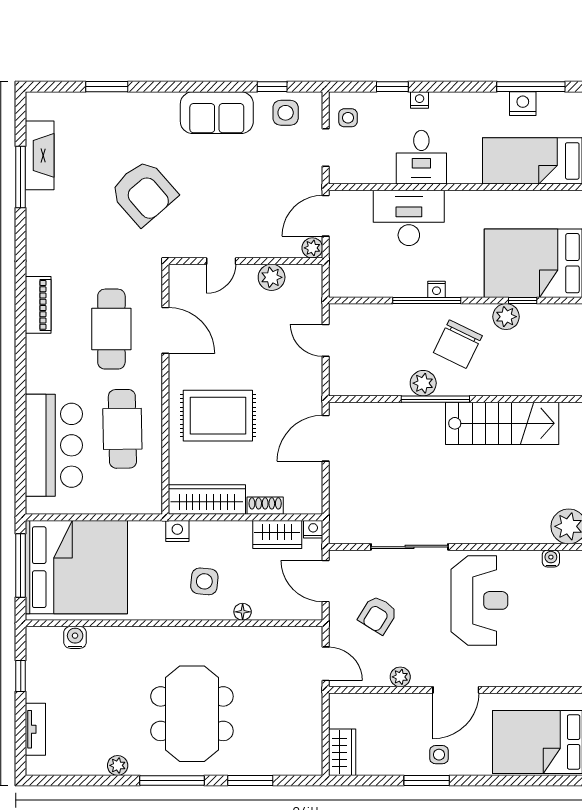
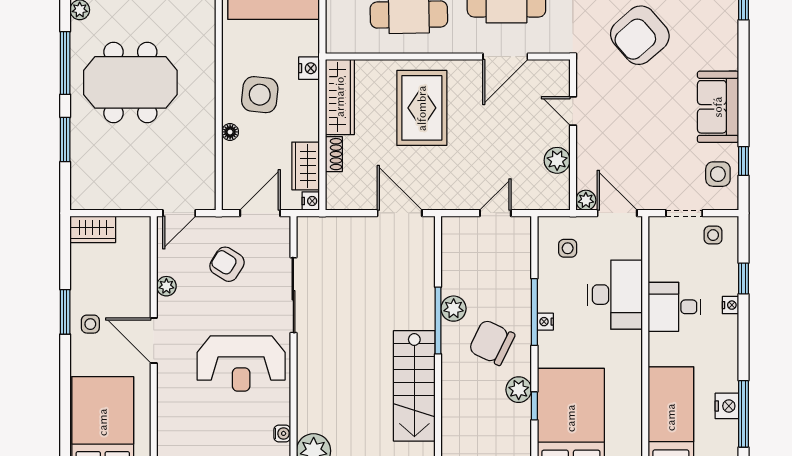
side table: (361, 267) -> (568, 248), added
side table: (204, 581) -> (260, 95), width x1.37, depth x1.37

